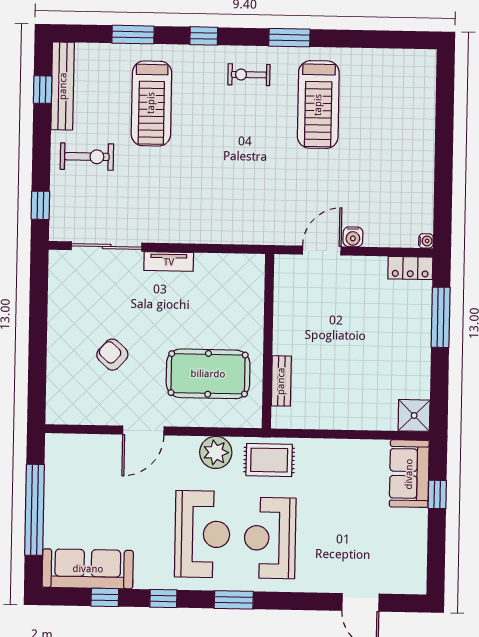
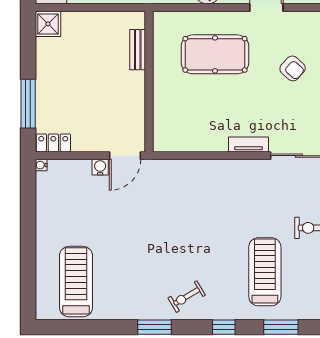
exercise bike: (249, 75) -> (187, 297), turned 149
treadmill: (318, 105) -> (76, 282), moved
wall: (268, 341) -> (149, 82), moved
bench: (281, 381) -> (138, 50), moved

